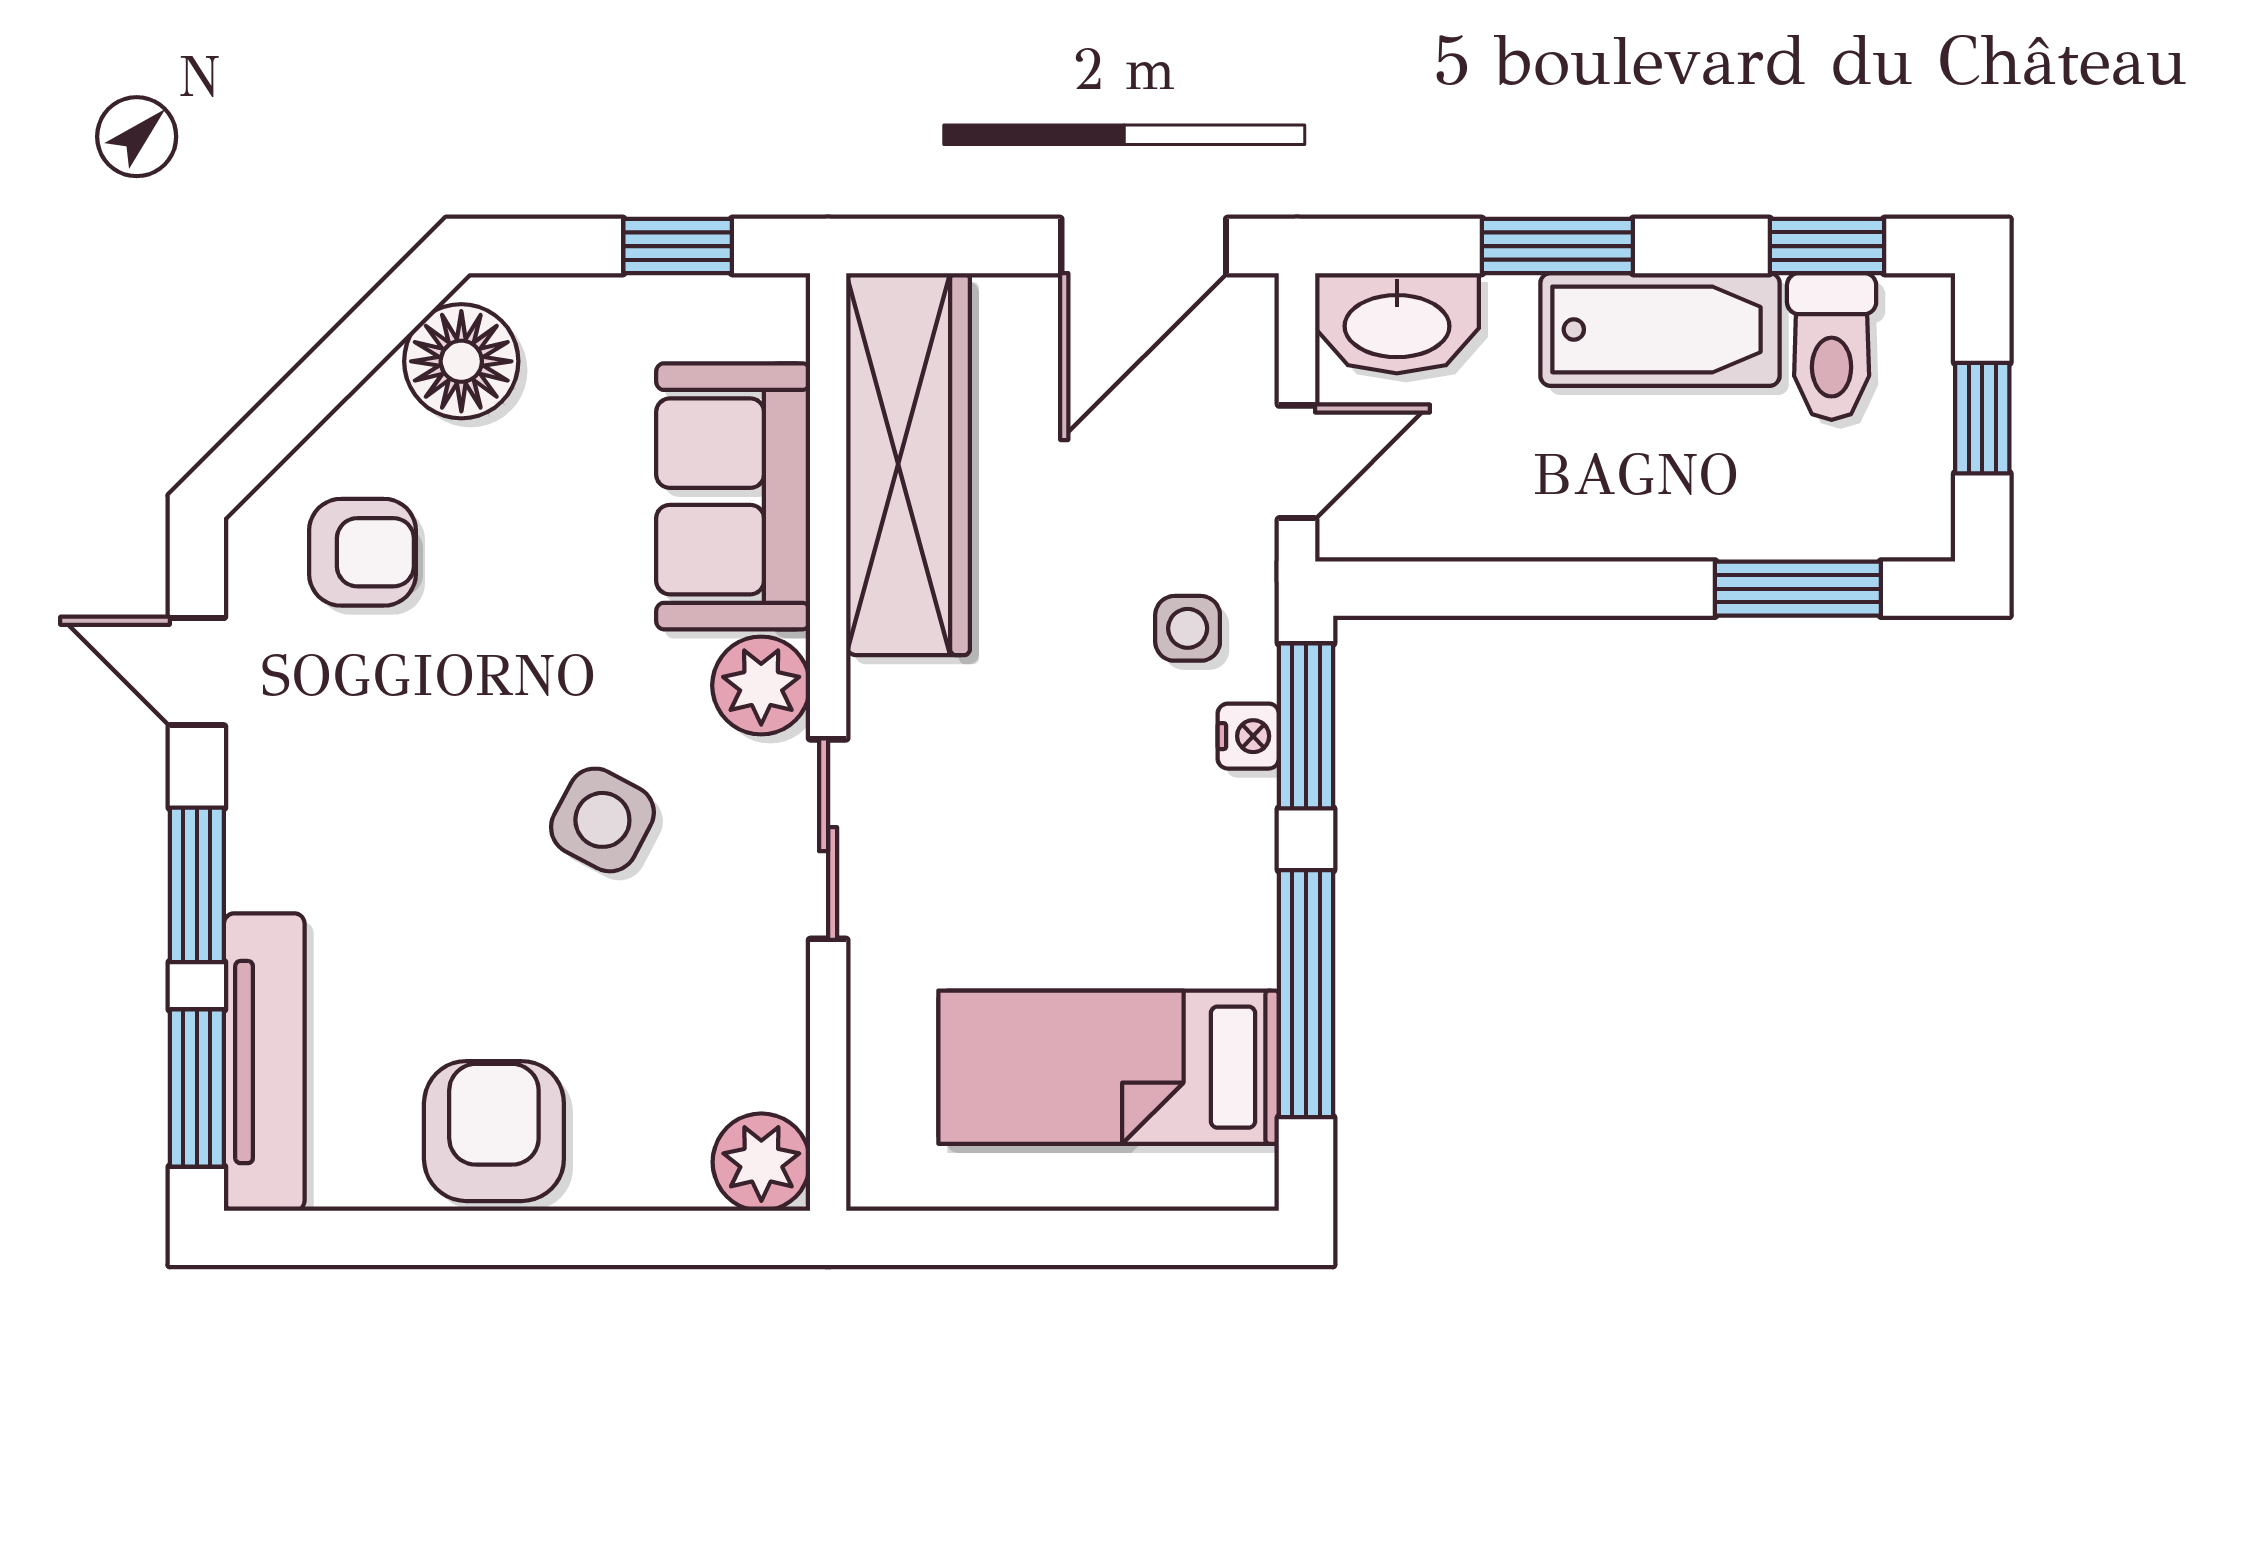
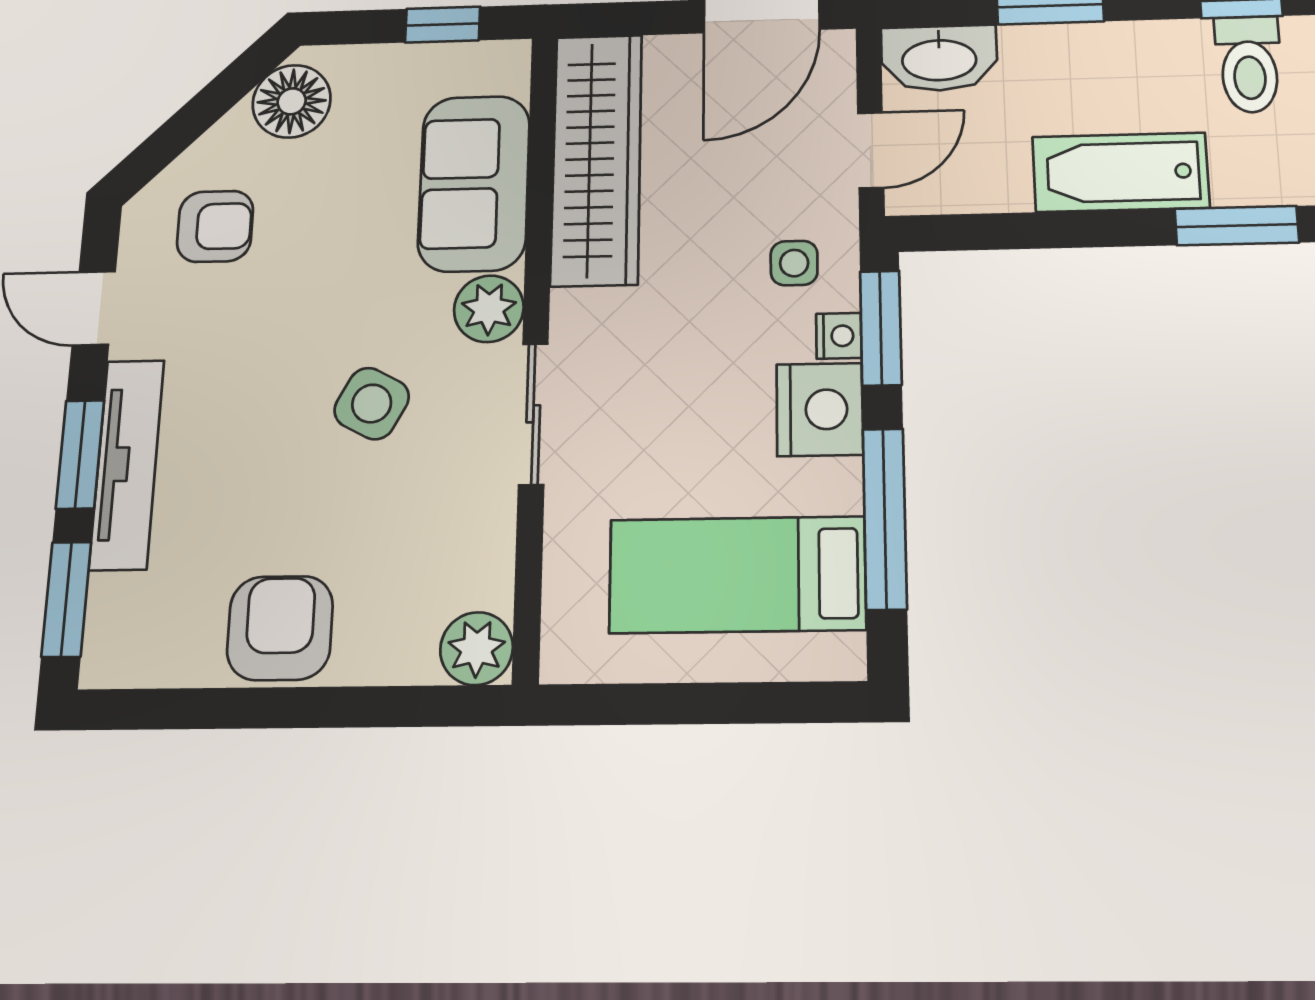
bathtub: (1660, 329) -> (1121, 172), moved, turned 180
nightstand: (1221, 841) -> (820, 409), added
tv unit: (264, 1062) -> (127, 464), moved

